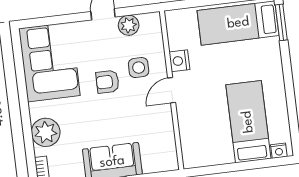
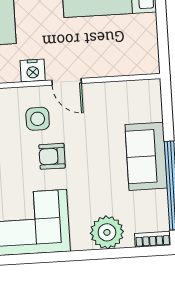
armchair: (107, 82) -> (52, 156), turned 90

